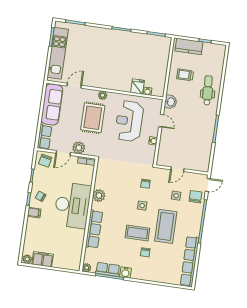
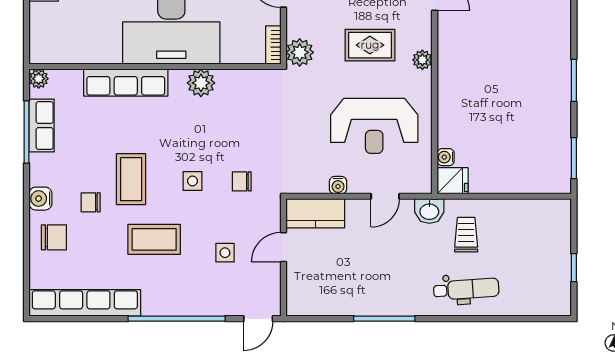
kitchen counter: (189, 46) -> (315, 213), moved, turned -90
trolley: (185, 75) -> (466, 235), moved
fridge: (137, 86) -> (453, 181), moved
rug: (93, 118) -> (370, 45), width x0.73, depth x0.70
reception desk: (129, 121) -> (374, 126), turned 180
plant: (79, 148) -> (300, 52), moved
door: (177, 169) -> (283, 247), hinge flipped
door: (208, 185) -> (258, 319), hinge flipped
chair: (195, 197) -> (54, 237), moved
coffee table: (166, 226) -> (154, 239), width x0.73, depth x0.76
water cooler: (125, 272) -> (40, 199), moved

